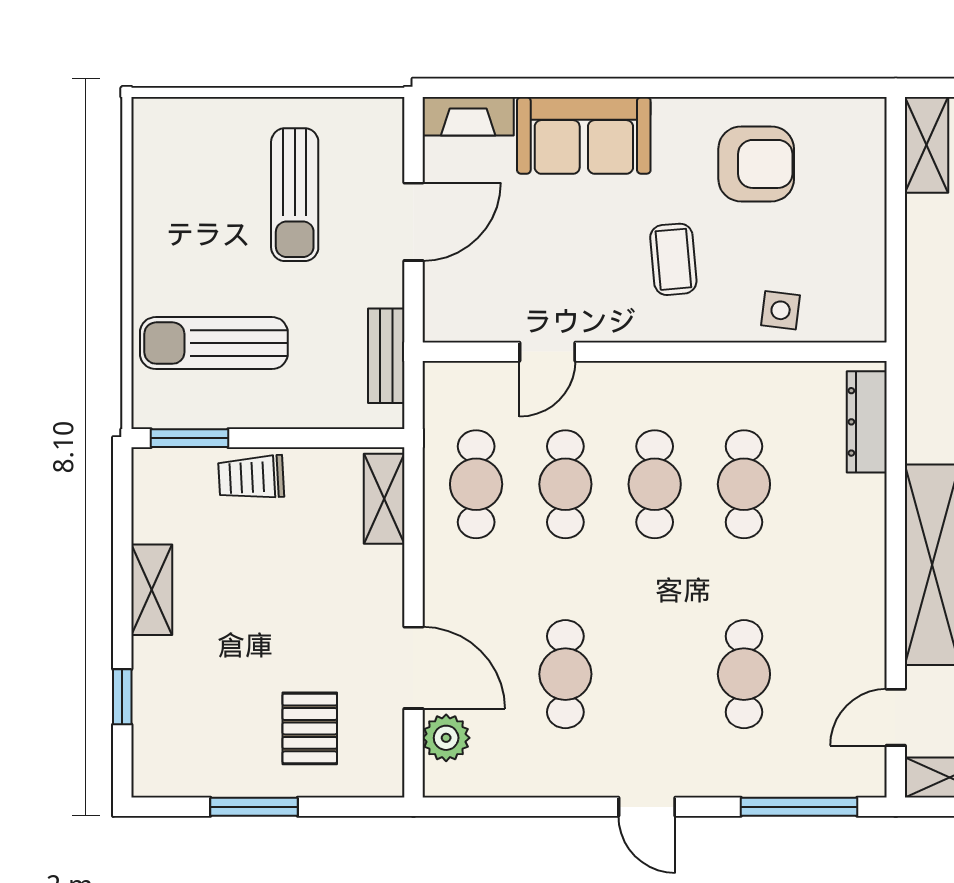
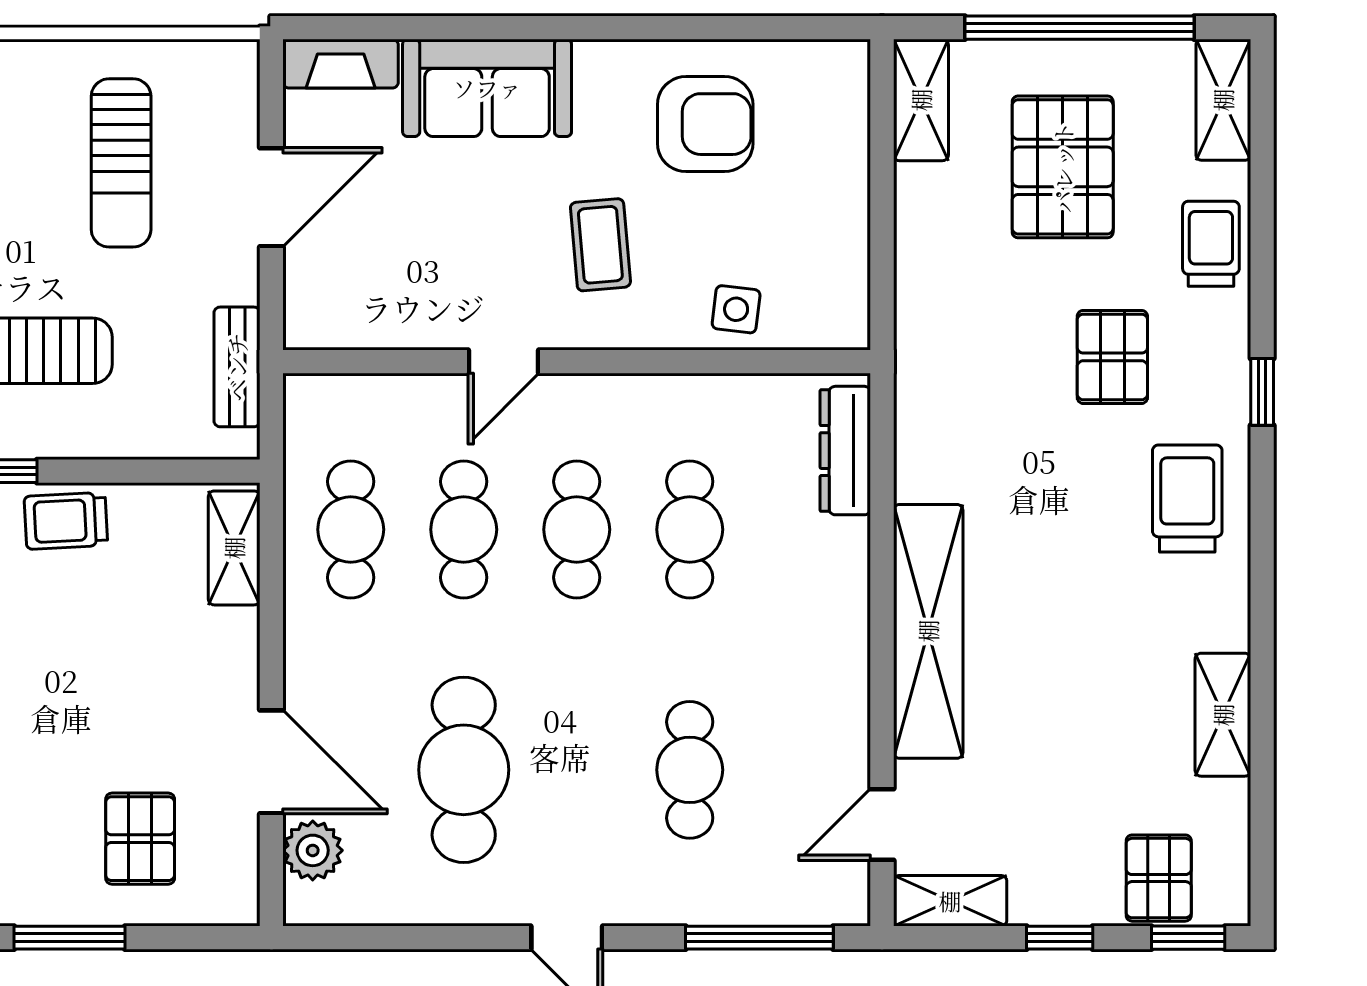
door: (547, 352) -> (504, 362), moved
cafe table: (565, 674) -> (464, 770), width x1.37, depth x1.35

